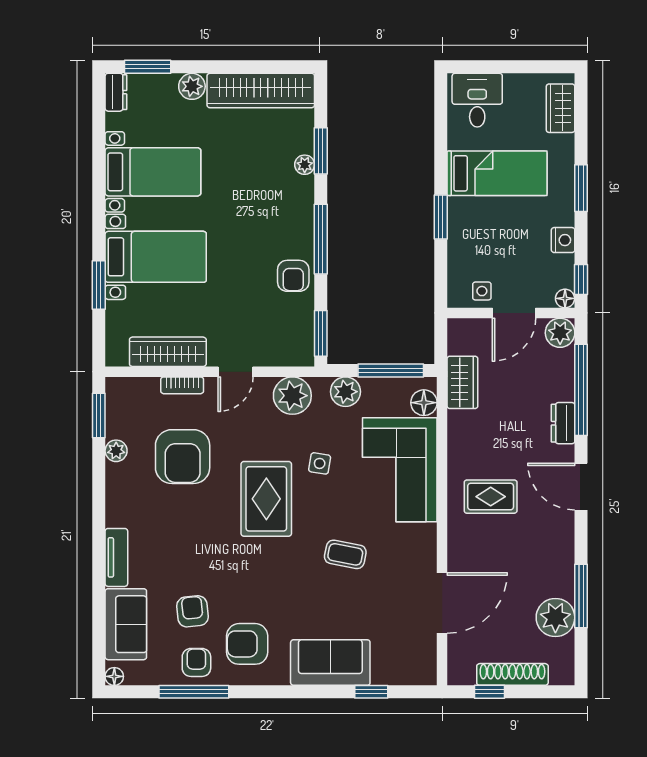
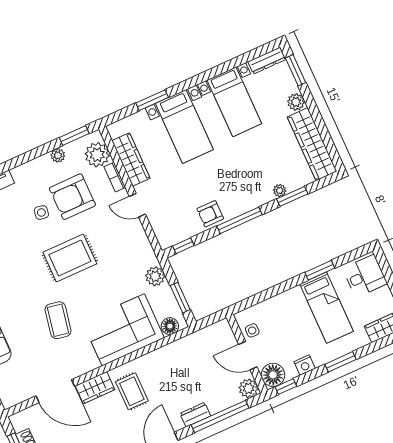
dresser: (116, 92) -> (267, 60), width x1.44
window: (441, 217) -> (320, 270), moved
floor lamp: (565, 298) -> (273, 375), width x1.89, depth x1.89
window: (321, 333) -> (183, 246), width x0.67
window: (391, 370) -> (180, 298), width x0.69
wardrobe: (462, 382) -> (95, 388), moved
plant: (292, 396) -> (97, 155), moved
side table: (320, 463) -> (41, 212), moved
coffee table: (345, 554) -> (58, 320), width x1.36, depth x1.30

